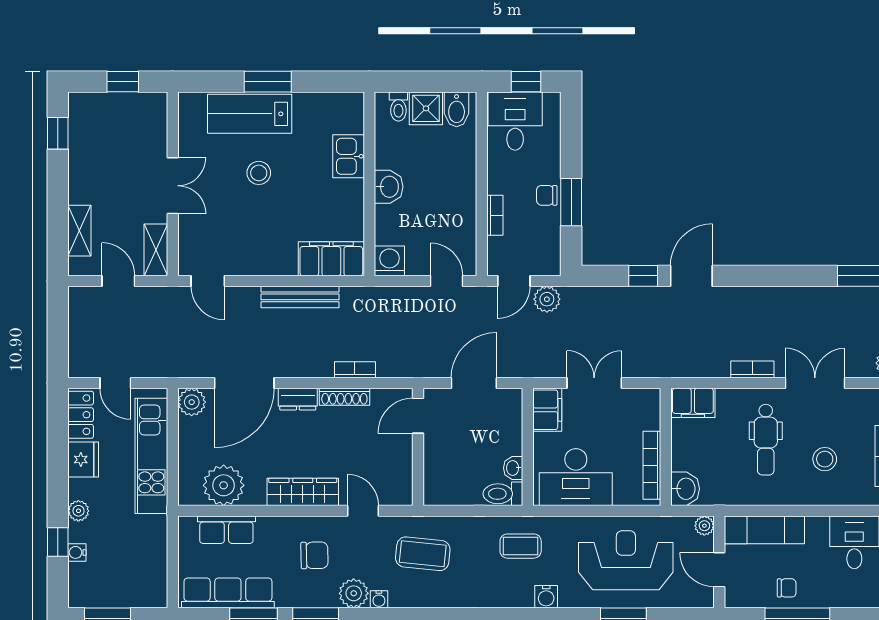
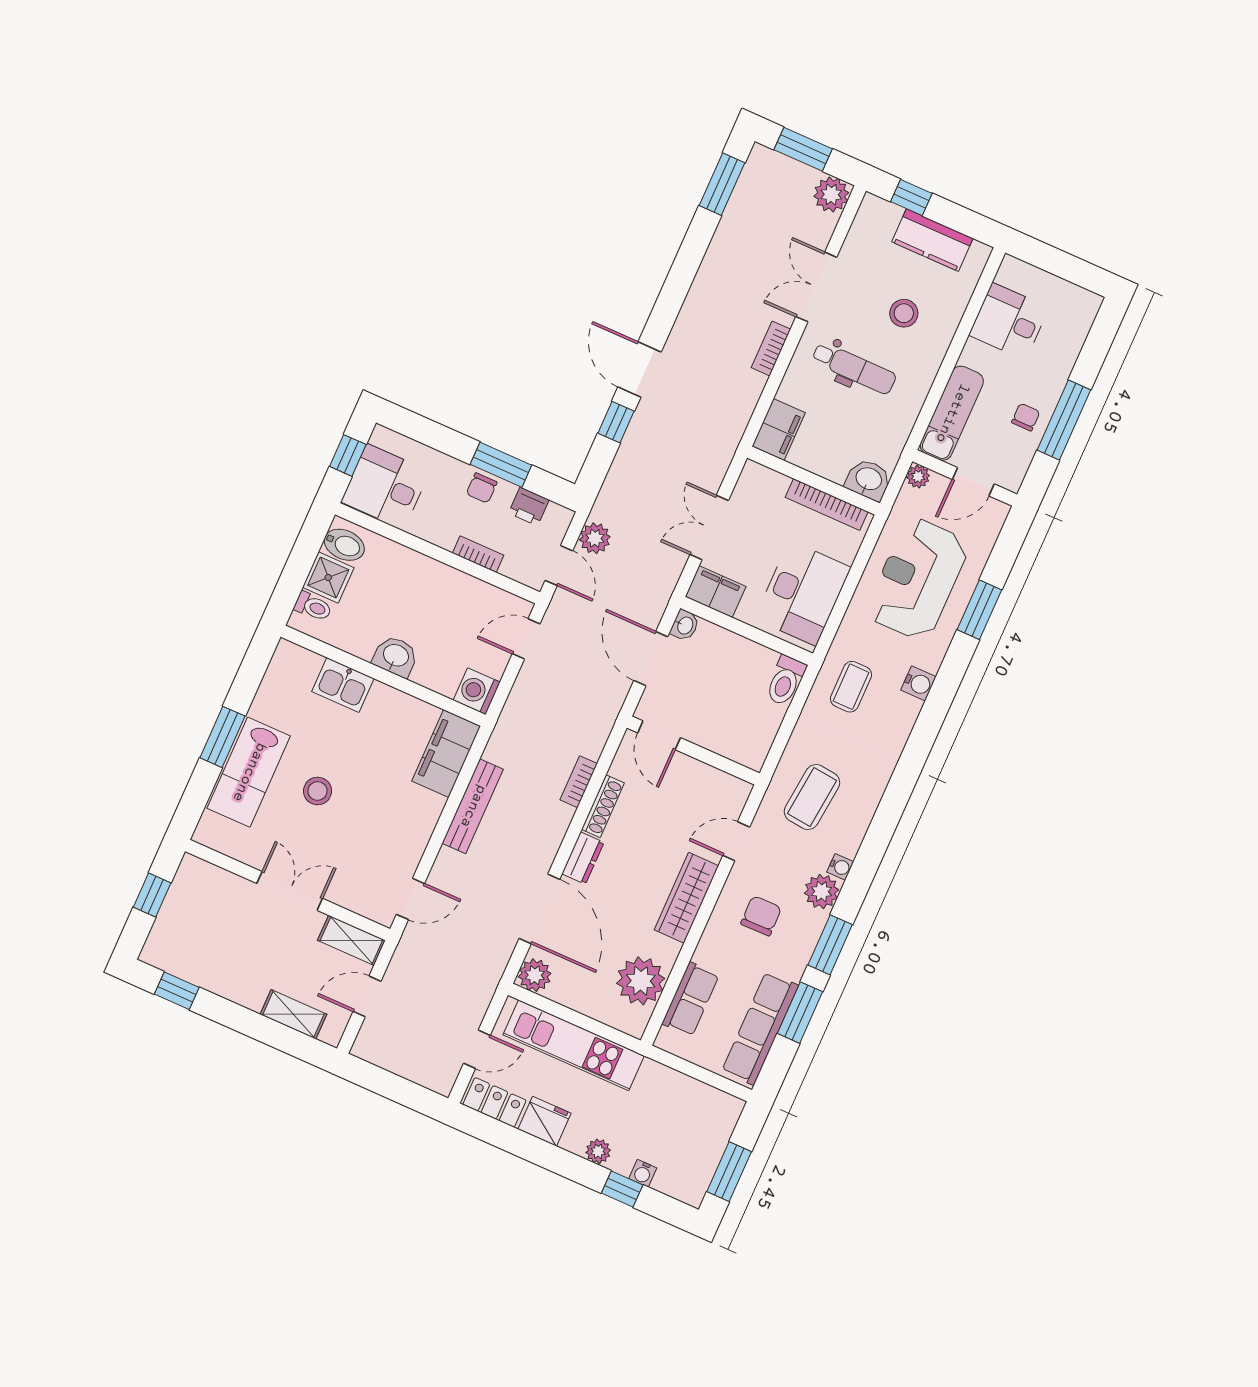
printer: (549, 238) -> (529, 506), added
washbasin: (513, 468) -> (685, 625), moved, turned -90

